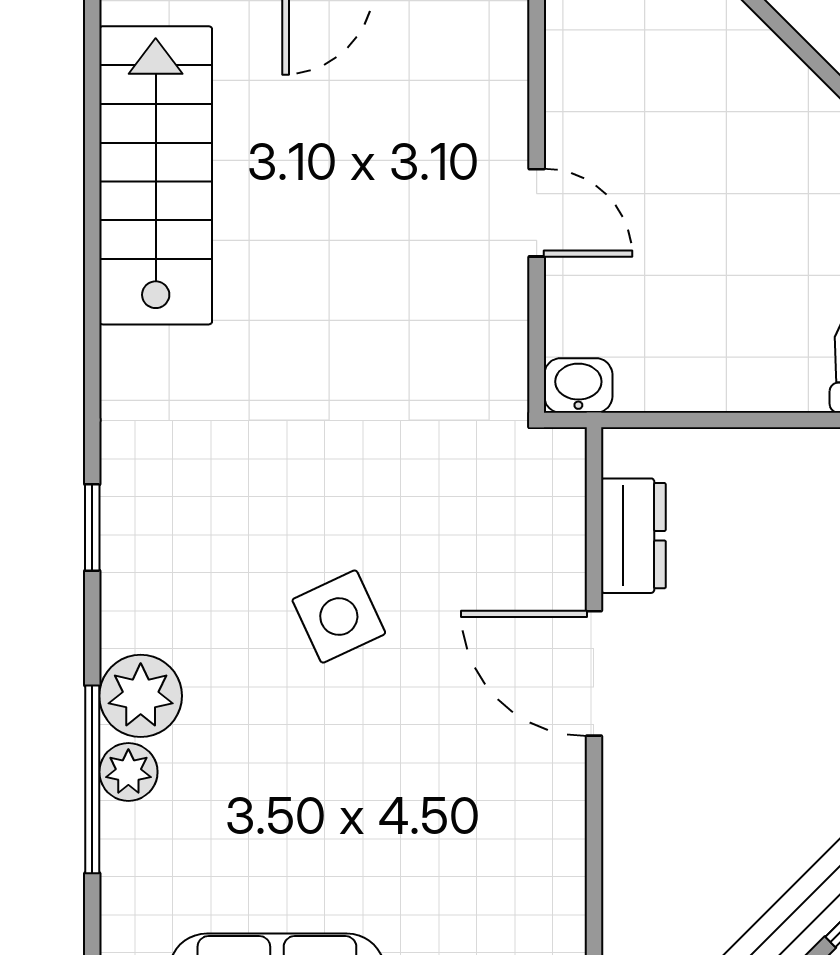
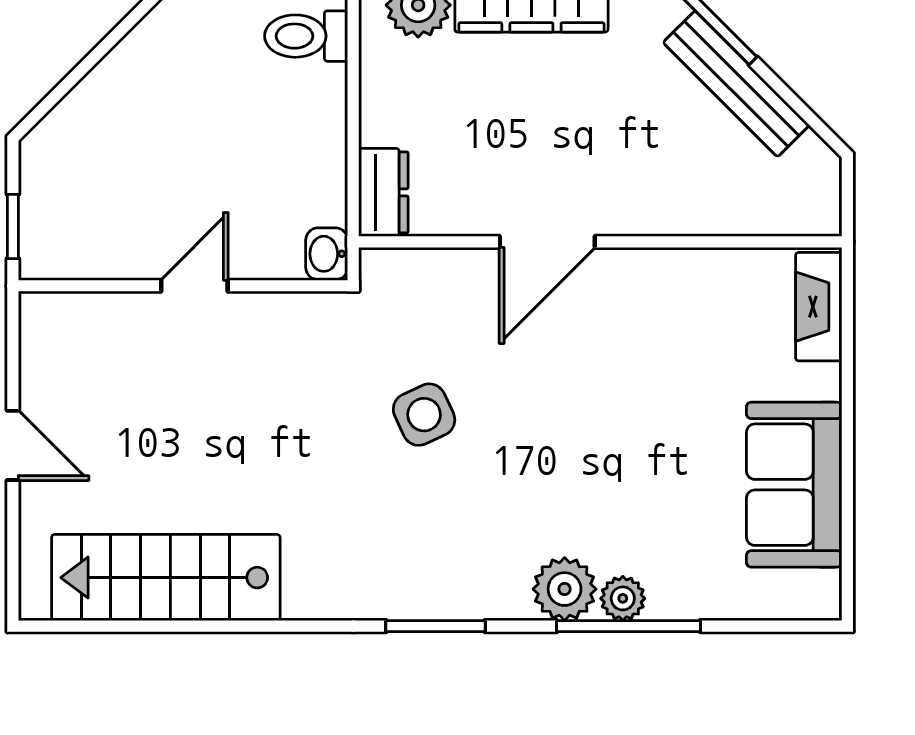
window: (92, 527) -> (435, 626), width x1.50
dresser: (633, 536) -> (383, 192), moved, turned 90
side table: (339, 617) -> (424, 415), moved

